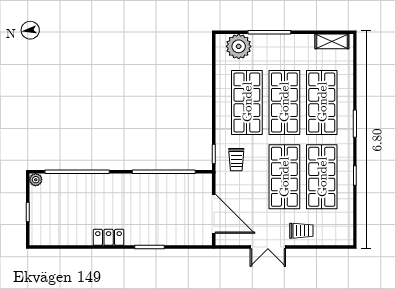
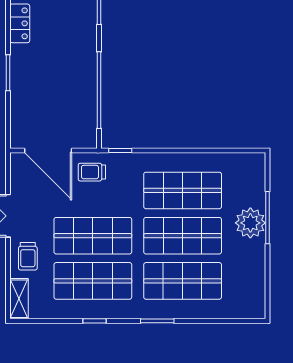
shelving: (332, 41) -> (19, 299), moved
plant: (239, 46) -> (250, 223), moved
trolley: (236, 160) -> (92, 172), moved
door: (214, 214) -> (48, 150), hinge flipped

